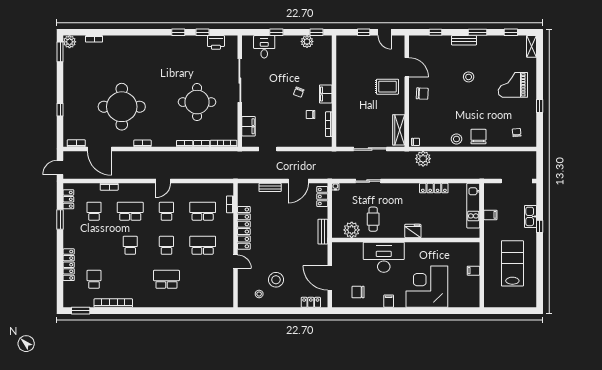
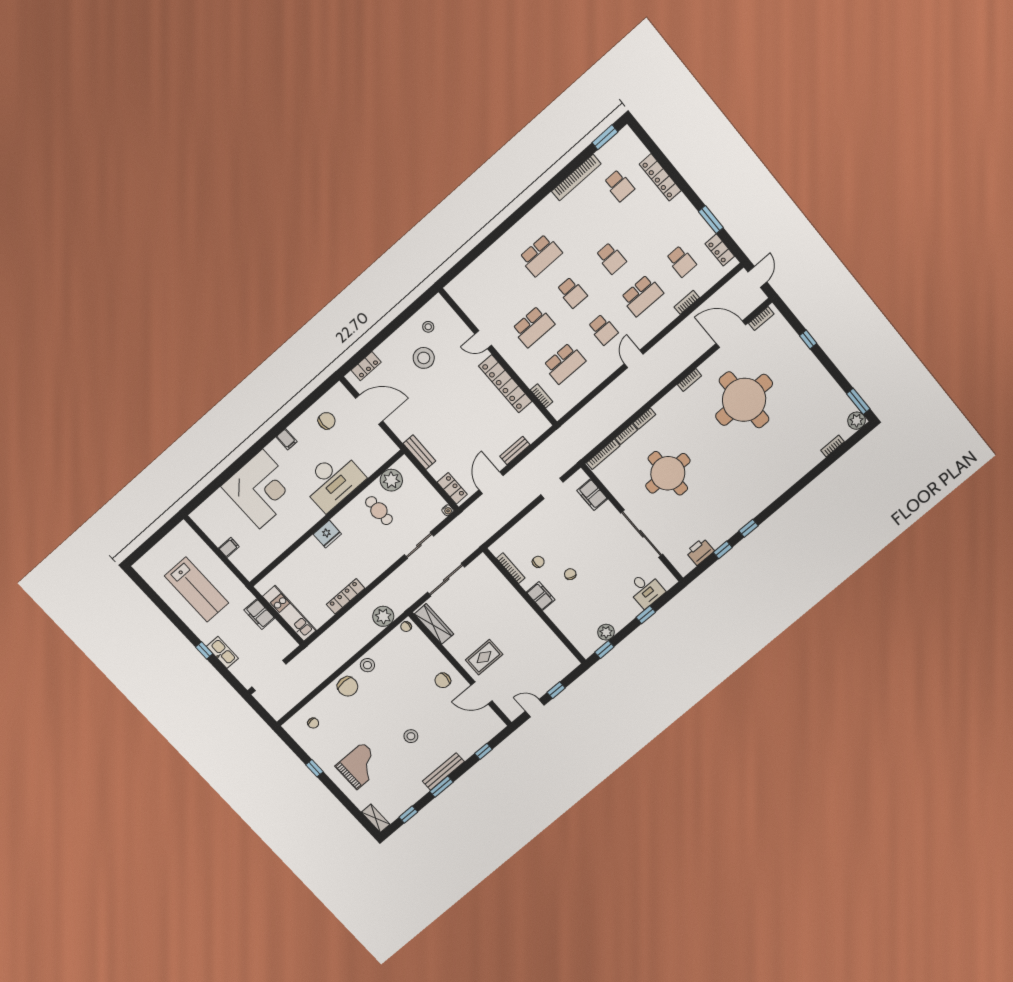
bench: (464, 40) -> (443, 772), width x1.36
filing cabinet: (490, 215) -> (259, 614), width x2.00

